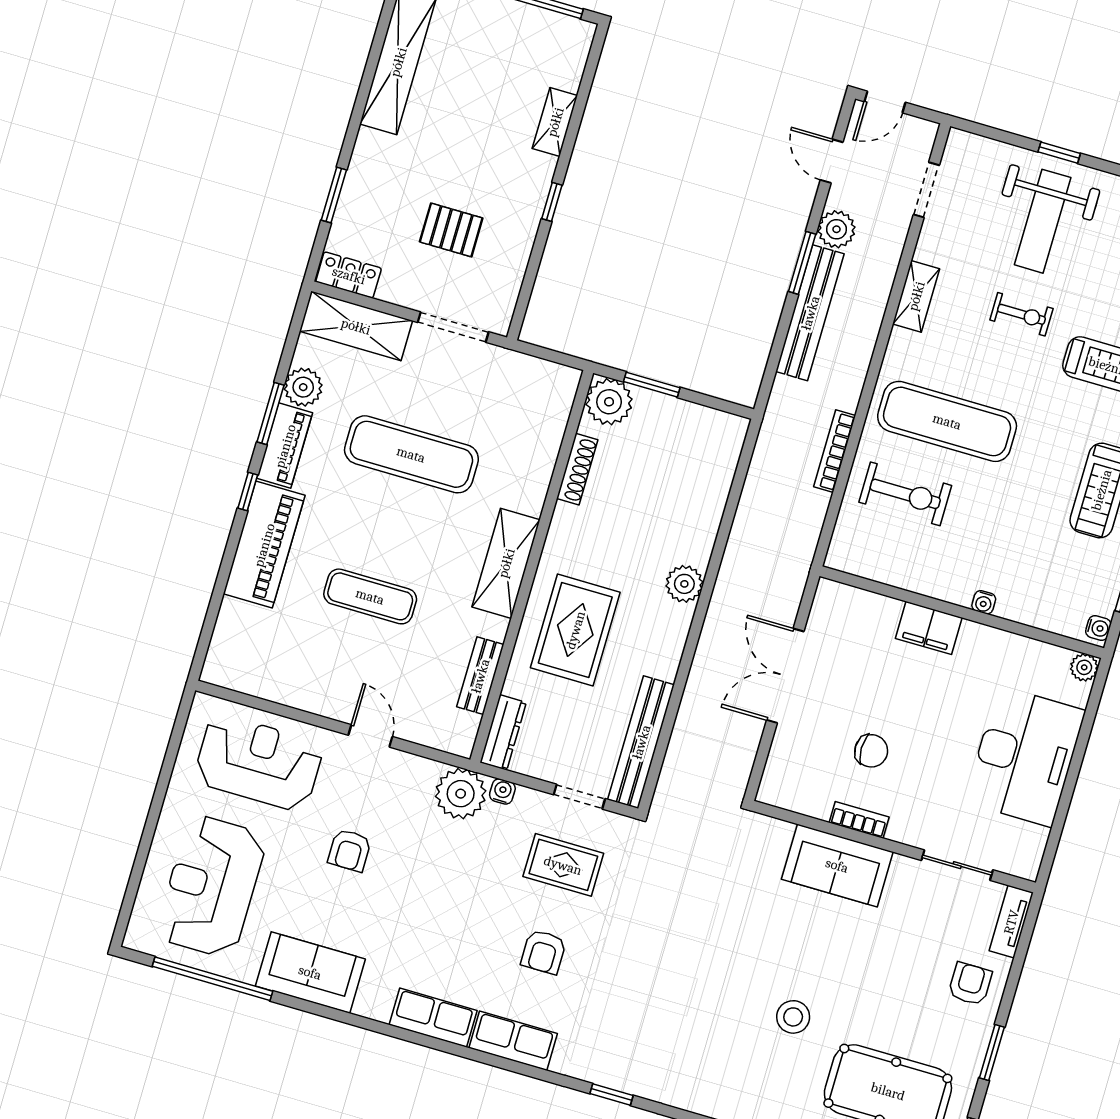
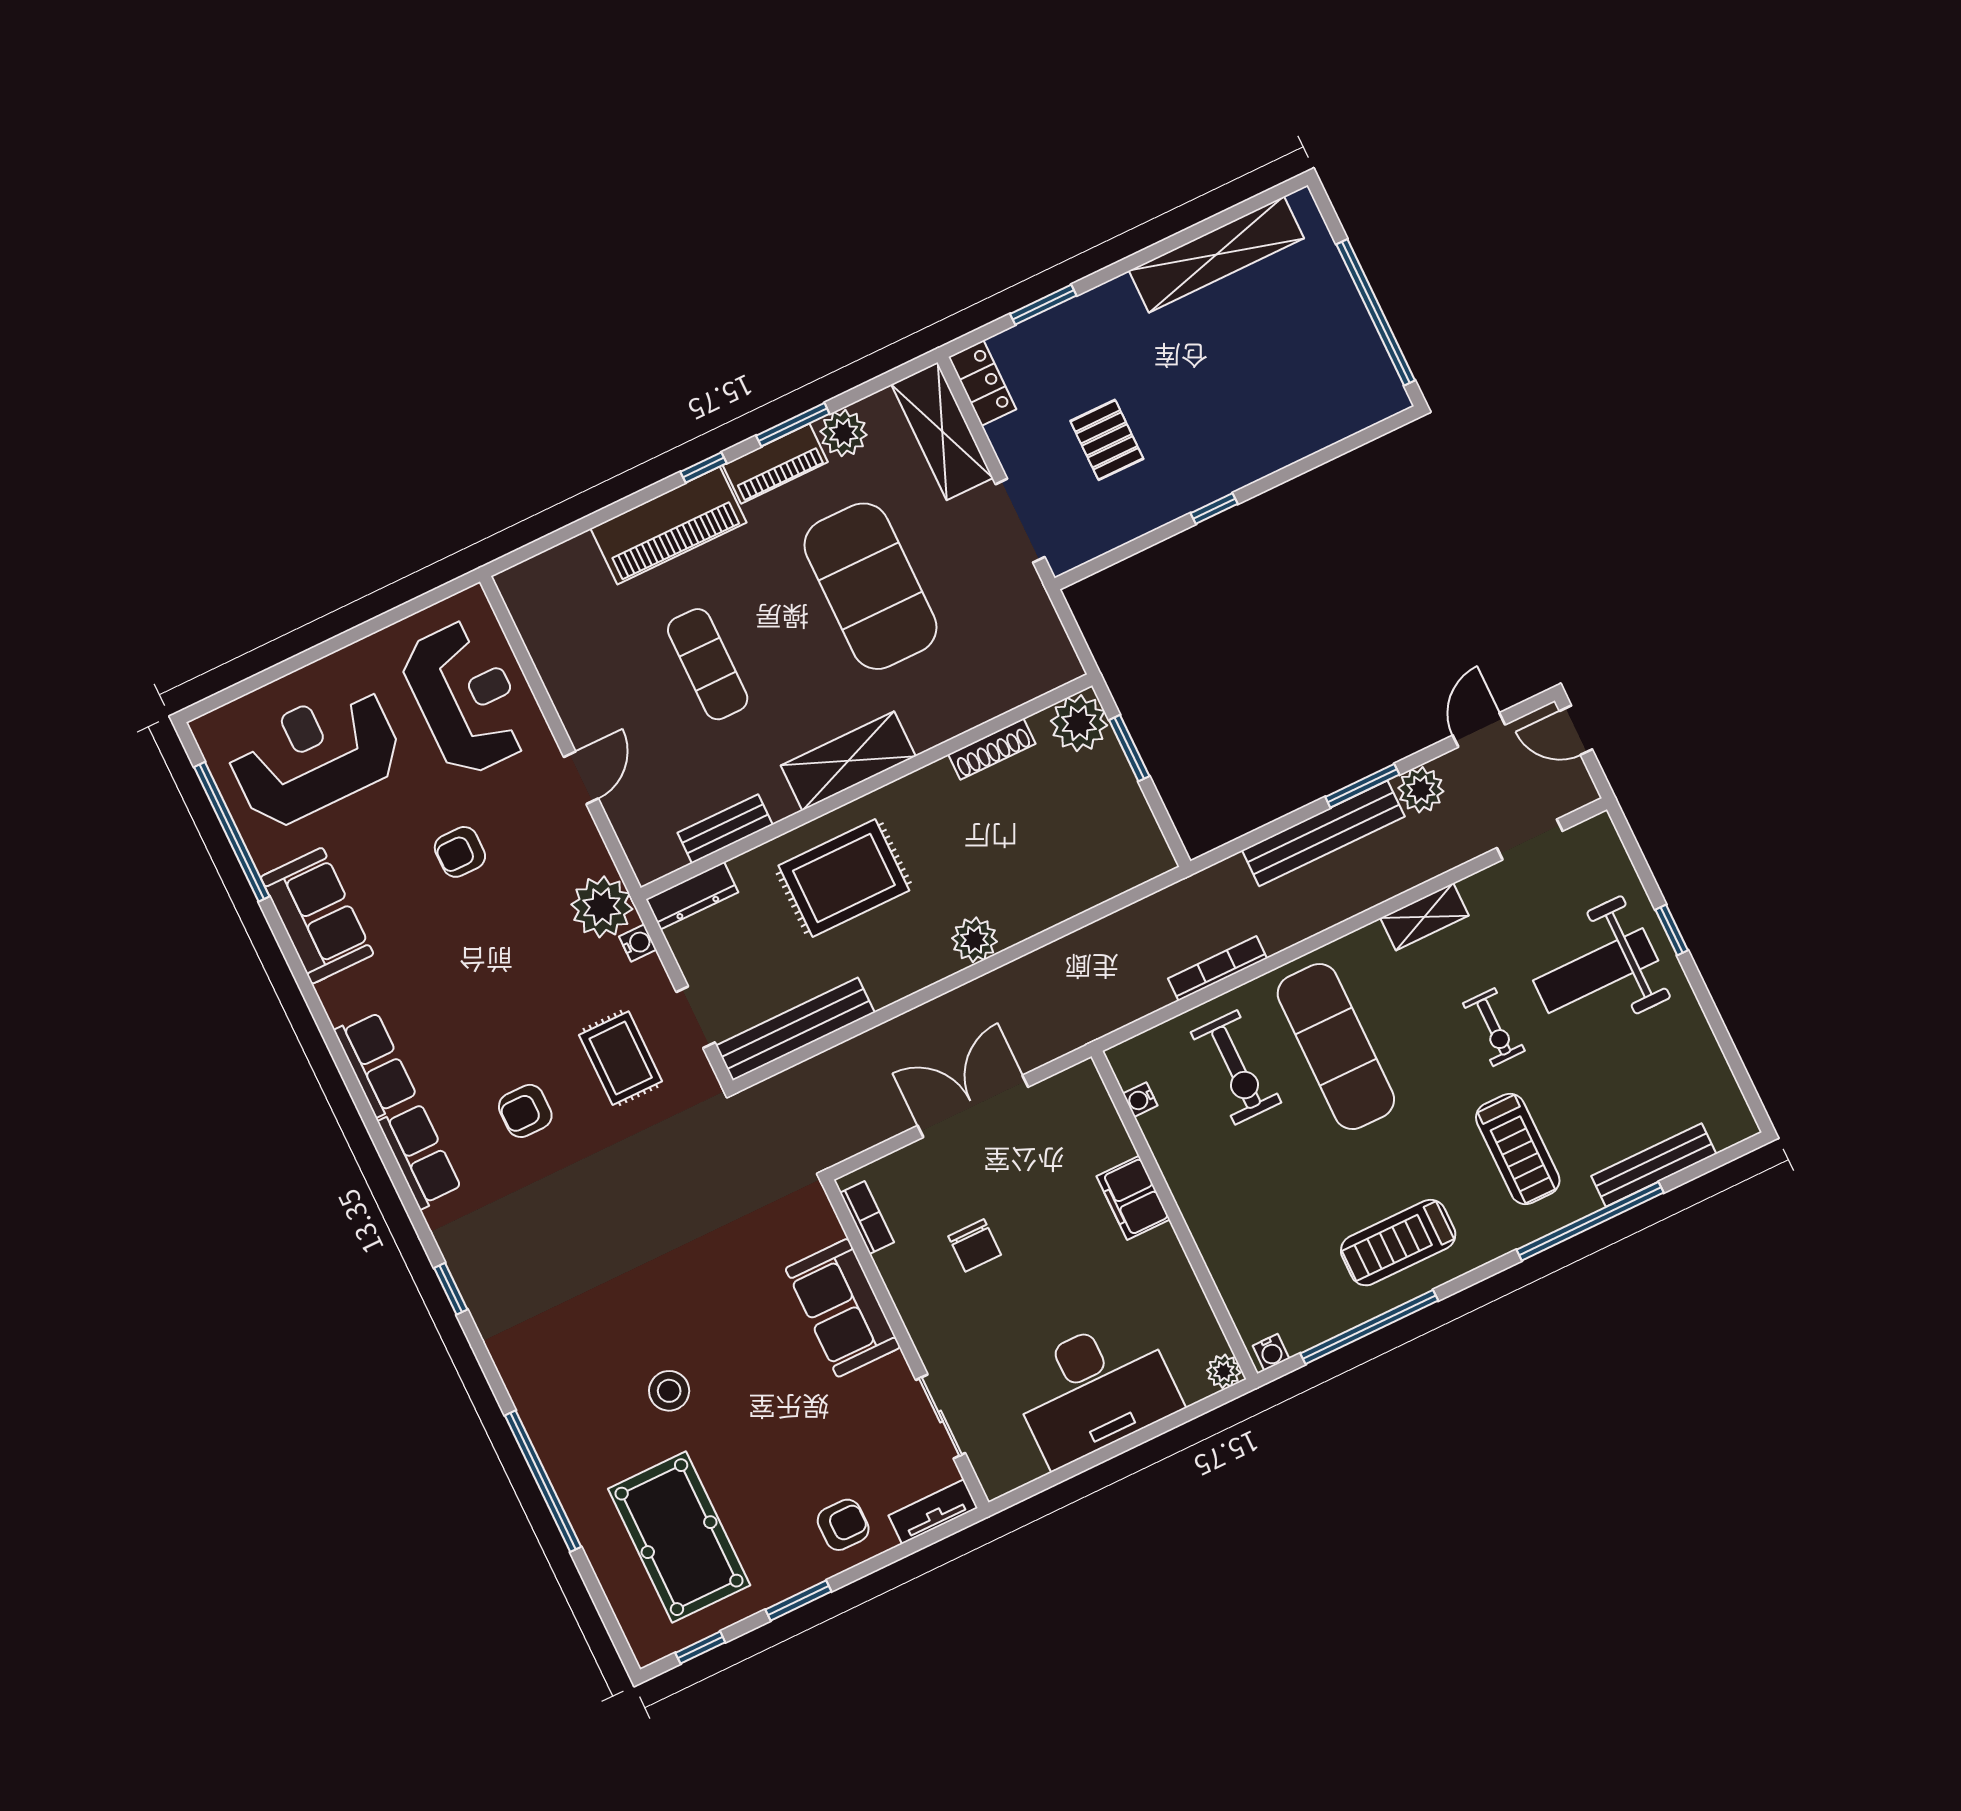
shelving: (555, 122) -> (1289, 446), removed
exercise mat: (411, 454) -> (870, 586), width x1.47
water cooler: (984, 602) -> (1140, 1100), moved
bookcase: (859, 820) -> (867, 1218), moved

